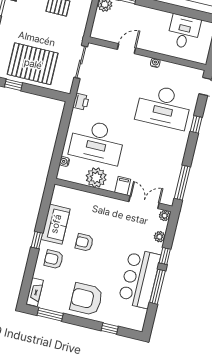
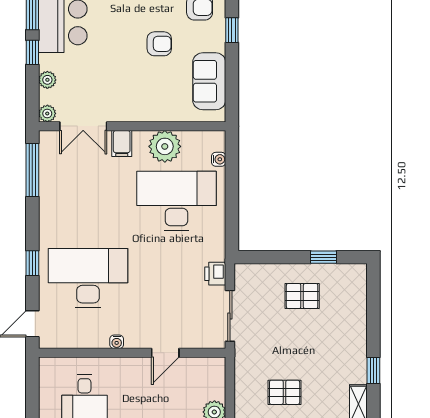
pallet: (33, 64) -> (302, 296), width x0.49, depth x0.50
printer: (81, 102) -> (215, 274), moved
sofa: (56, 224) -> (209, 81), moved

